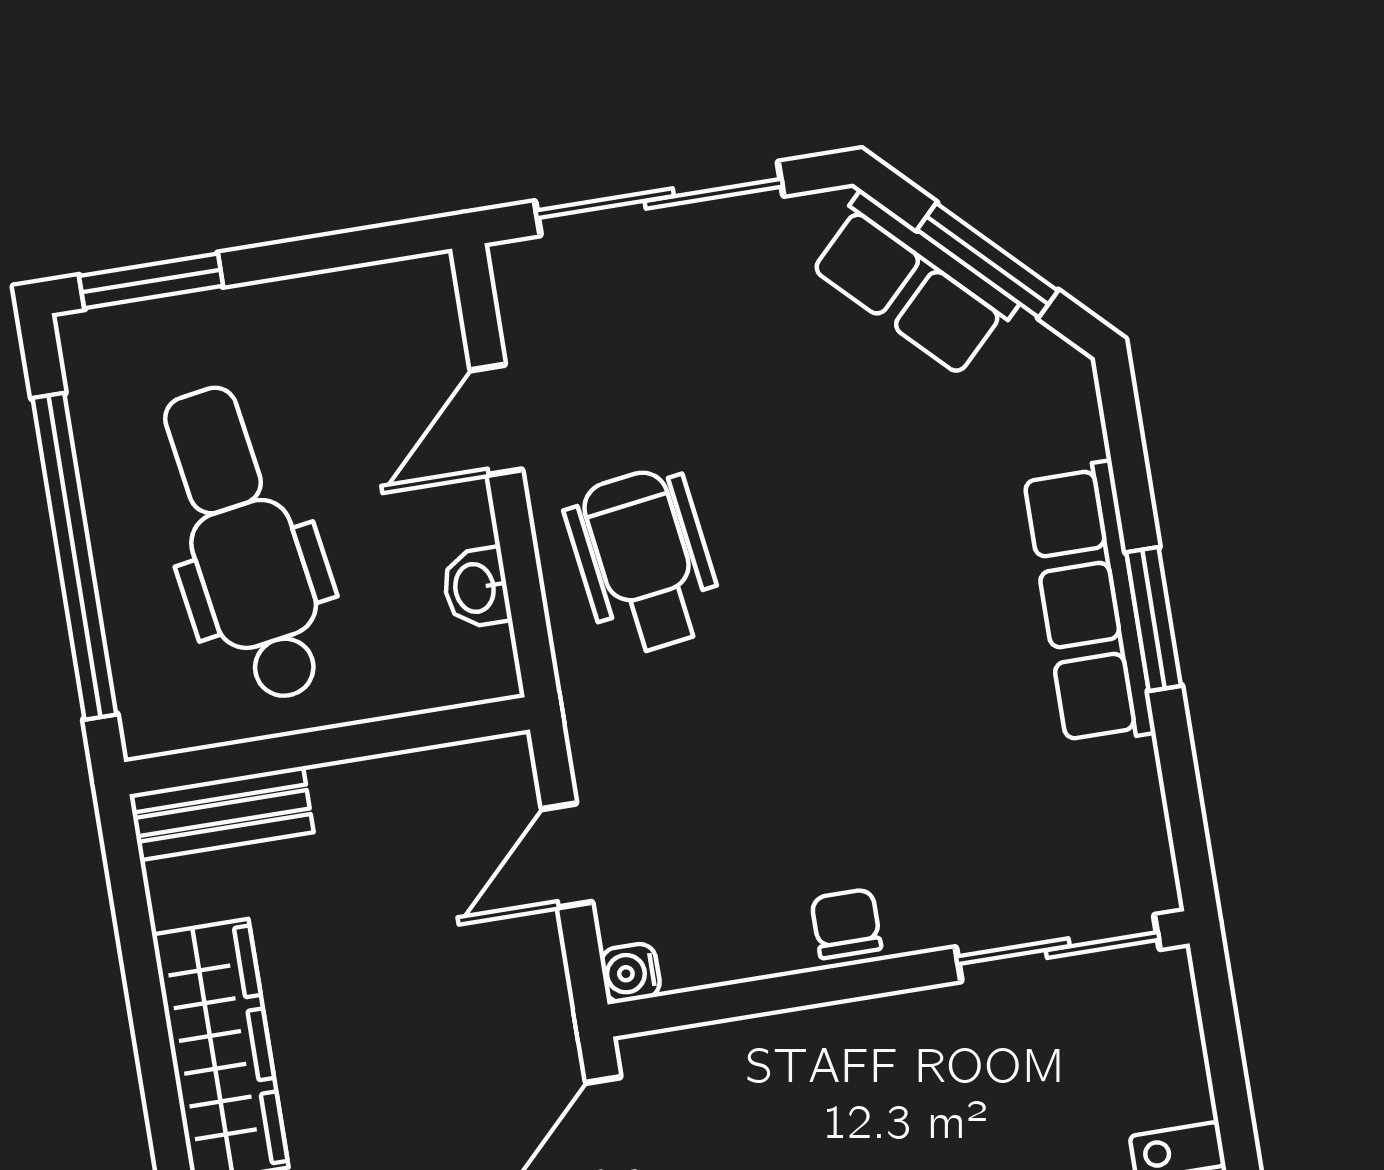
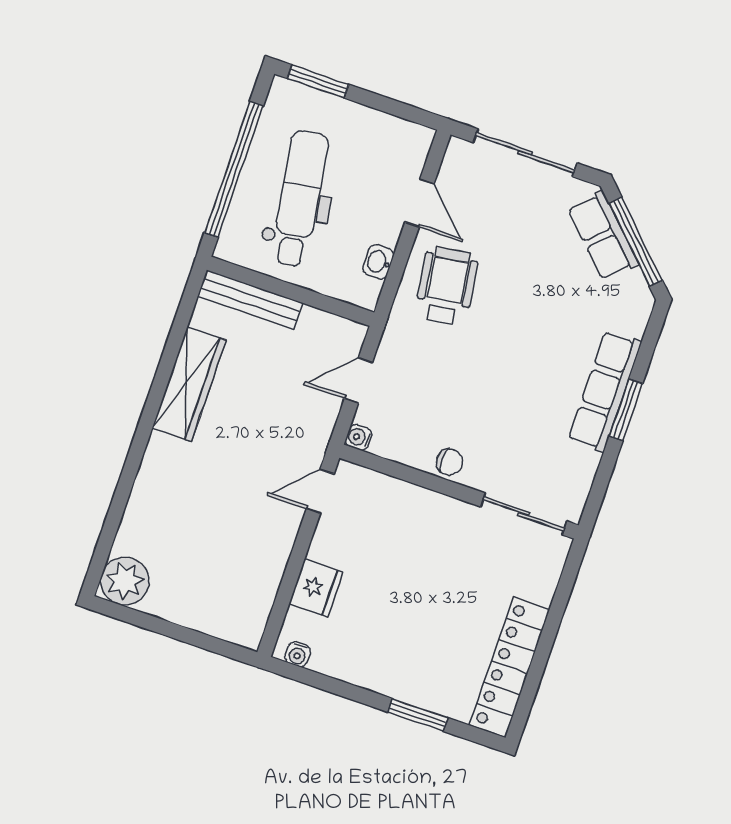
window: (987, 260) -> (636, 242), width x1.44
door: (496, 420) -> (419, 203), swing flipped
bench: (221, 813) -> (250, 300), width x1.36
chair: (846, 924) -> (449, 462), turned 90

